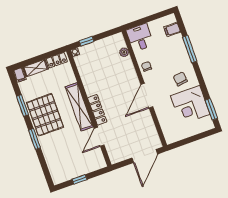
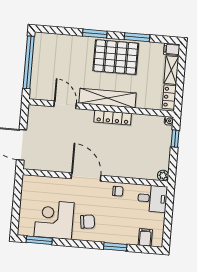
window: (190, 49) -> (115, 247), width x0.69
plant: (124, 52) -> (163, 176), moved
locker: (97, 110) -> (113, 118), moved
window: (80, 179) -> (29, 62), width x3.17

